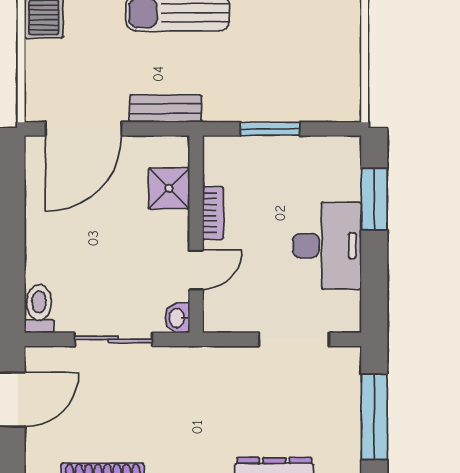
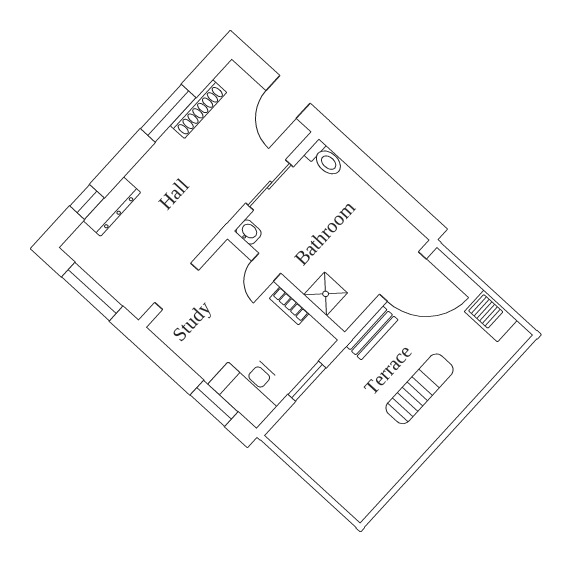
door: (84, 129) -> (403, 277), swing flipped
desk: (327, 246) -> (250, 387), moved

